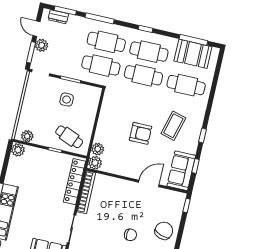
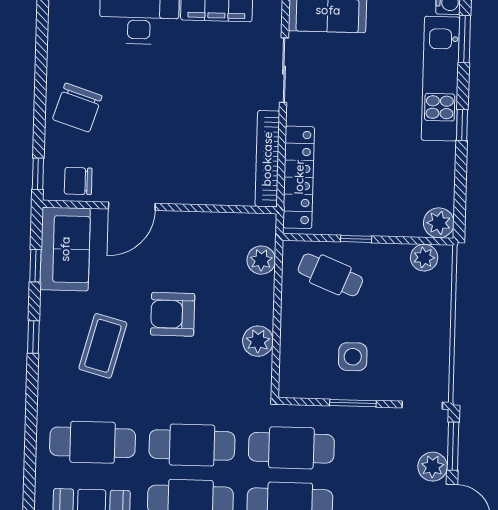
plant: (95, 163) -> (258, 341), moved
chair: (130, 235) -> (78, 181), moved

